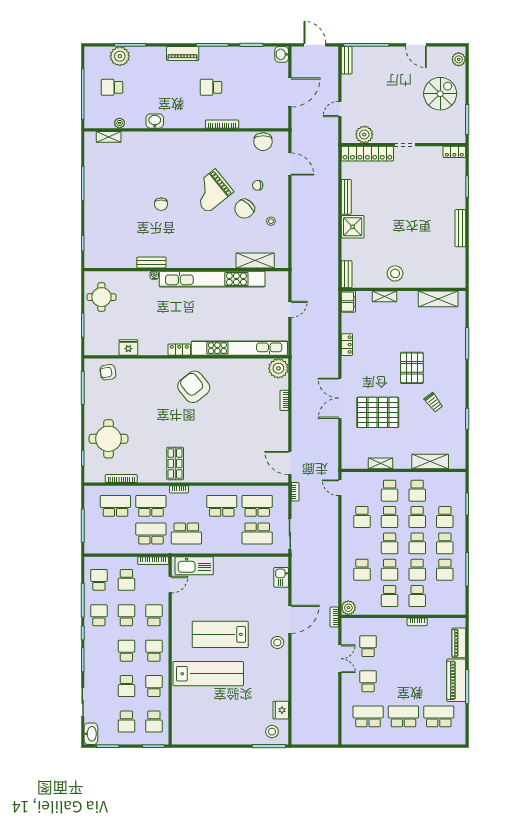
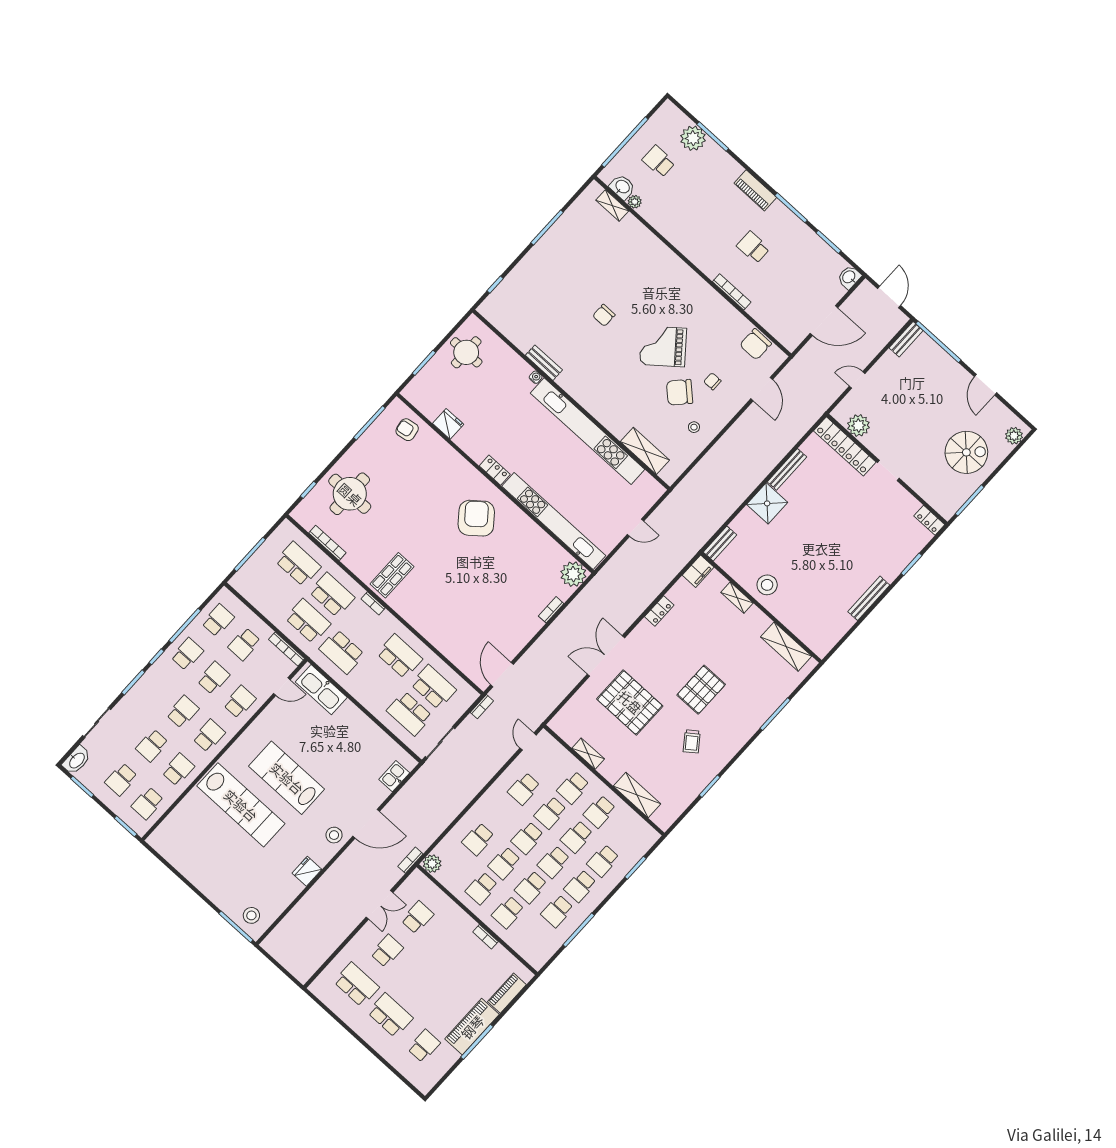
washbasin: (155, 121) -> (622, 187), moved
fridge: (281, 710) -> (307, 871), moved
school desk: (439, 716) -> (424, 1046), width x0.54

